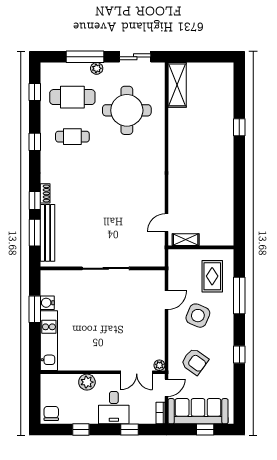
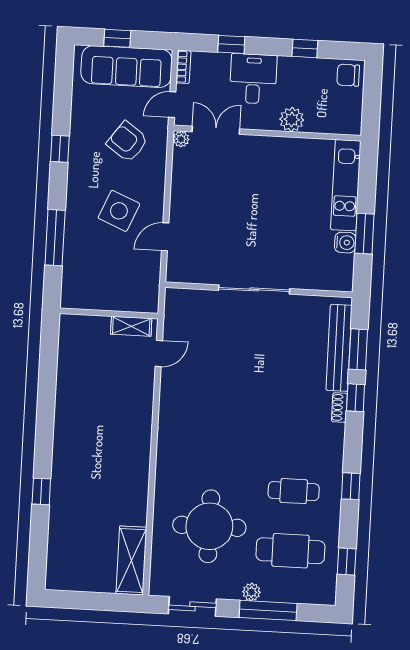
rug: (212, 276) -> (94, 269), removed
chair: (51, 413) -> (348, 75), turned 90

